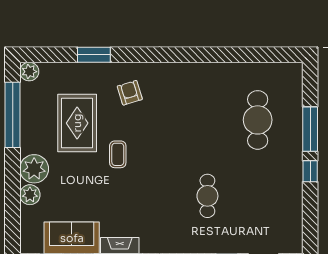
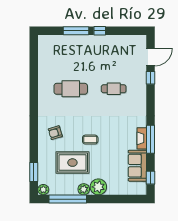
window: (94, 55) -> (34, 172), moved
cafe table: (258, 120) -> (71, 89), moved
plant: (30, 195) -> (84, 189), moved

